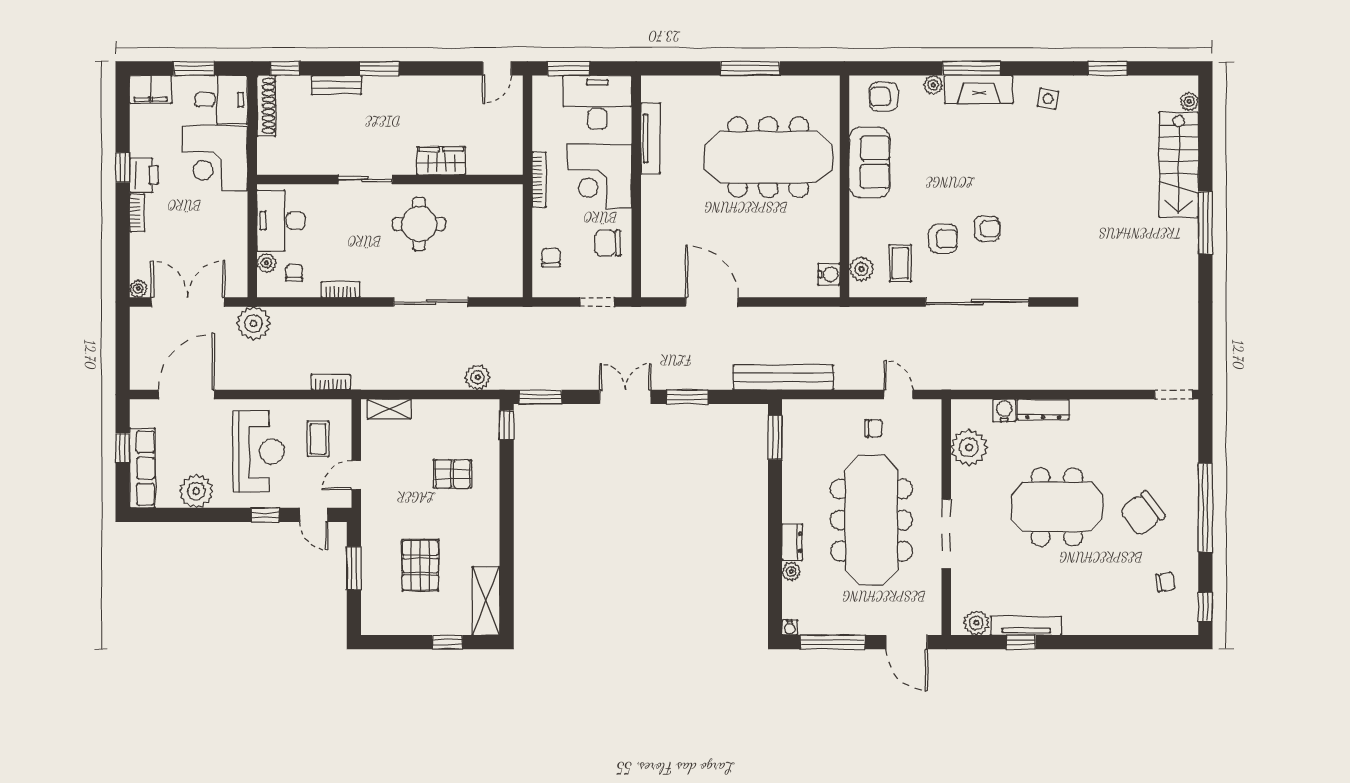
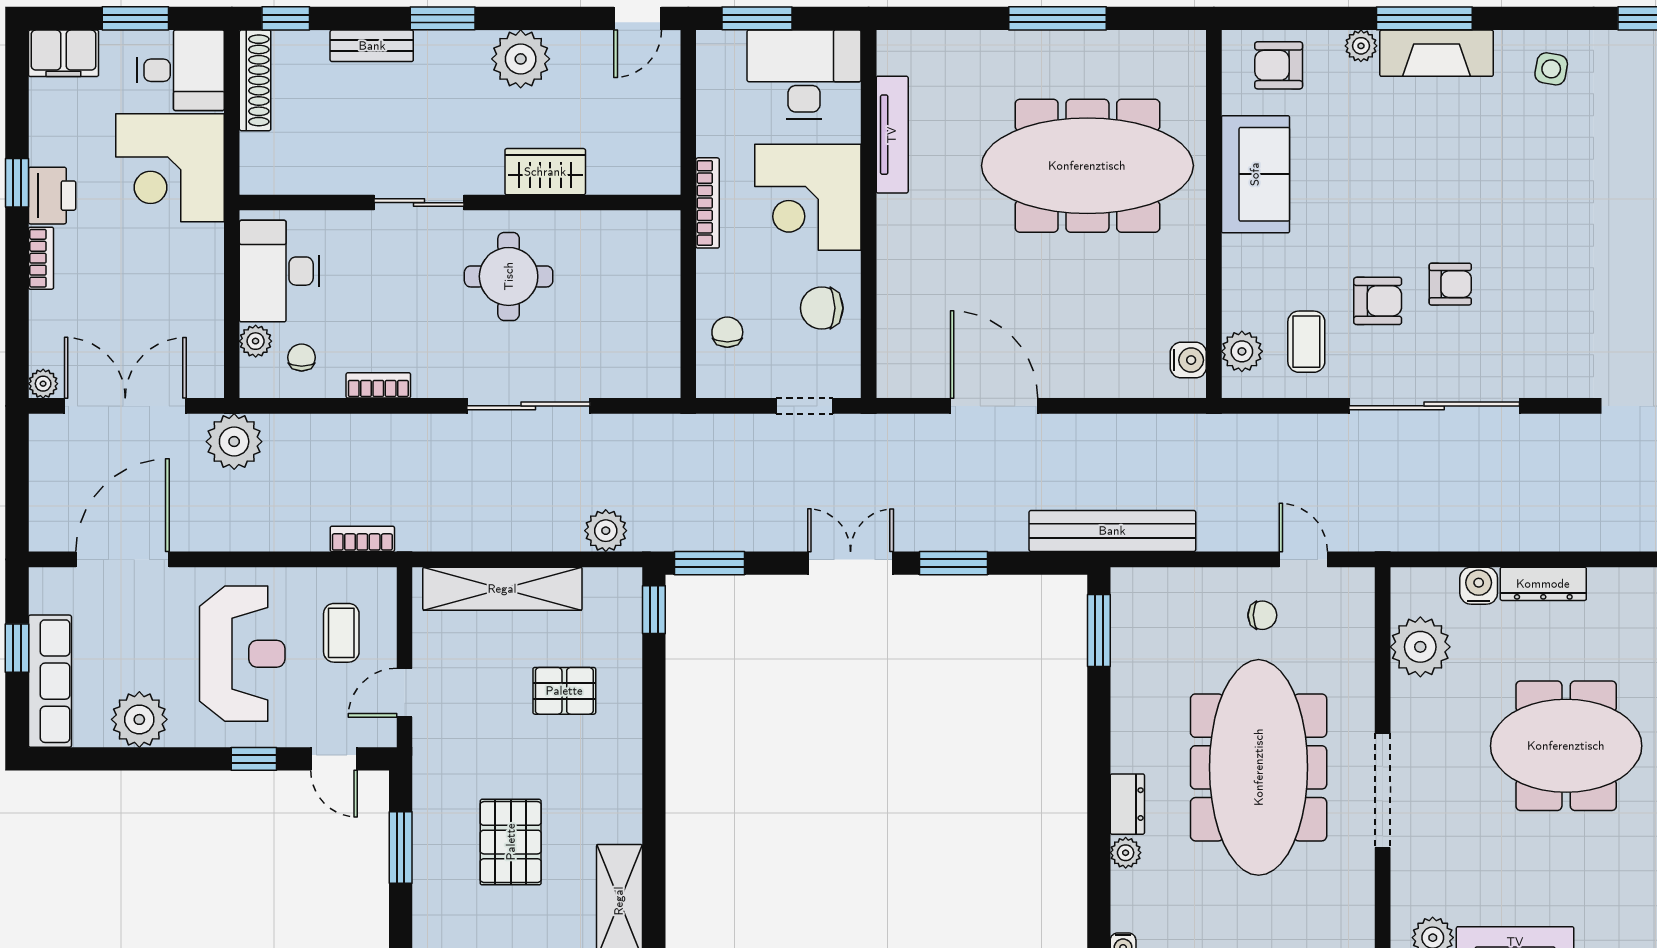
plant: (426, 93) -> (521, 59), added
shelving: (389, 409) -> (502, 589), width x2.20, depth x1.33

